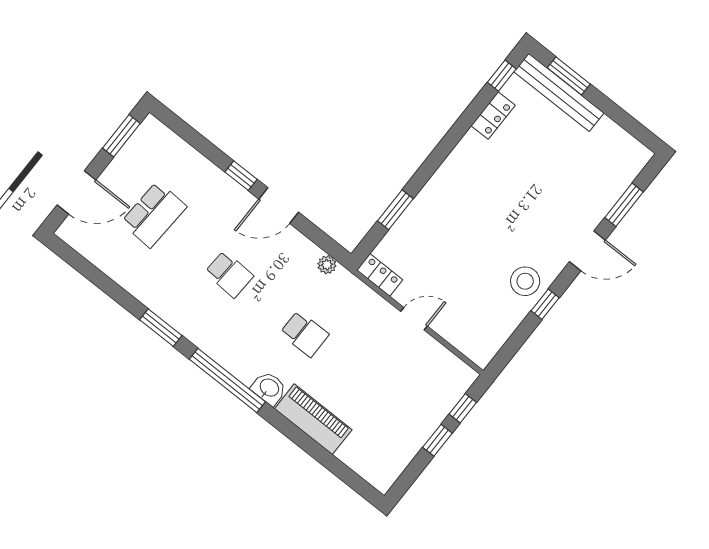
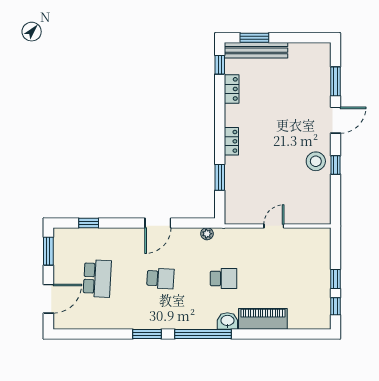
window: (241, 176) -> (89, 223), moved
locker: (380, 275) -> (231, 141), moved, turned 90
window: (463, 408) -> (336, 306), moved

